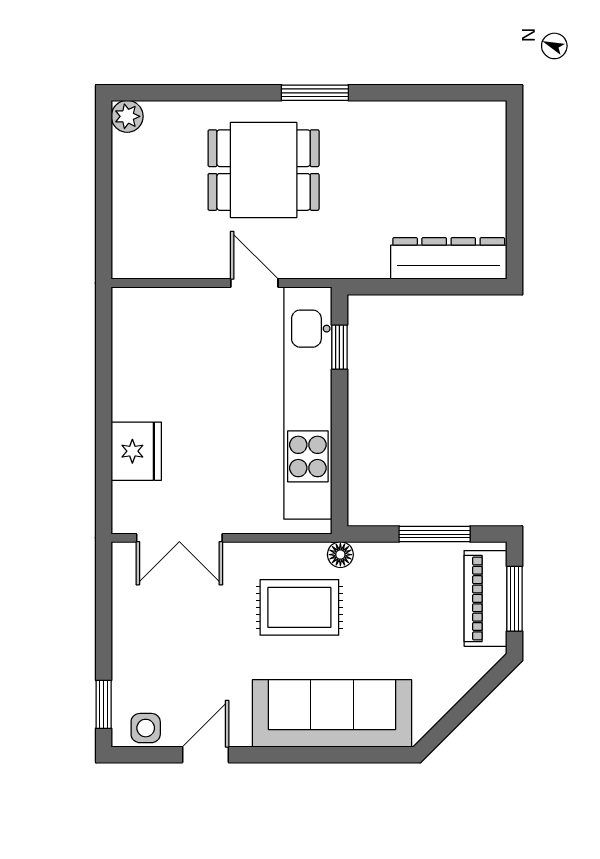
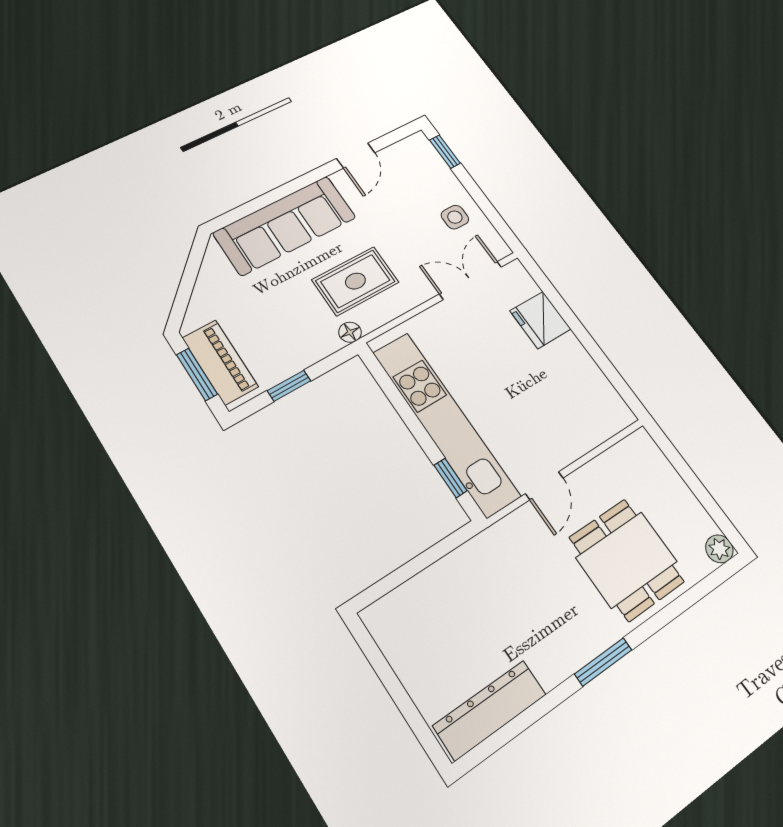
dining table: (264, 170) -> (627, 560), moved, turned 90
dresser: (449, 258) -> (490, 710), moved, turned 180
door: (254, 283) -> (544, 486), hinge flipped
window: (435, 534) -> (289, 386), width x0.67
side table: (146, 728) -> (455, 217), moved

